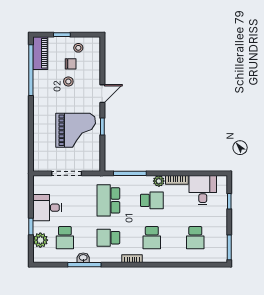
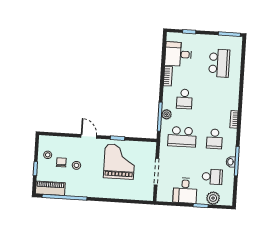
plant: (159, 181) -> (167, 114), moved
school desk: (152, 200) -> (184, 99), turned 180
school desk: (152, 238) -> (217, 101), removed
school desk: (195, 238) -> (219, 63), width x1.85

